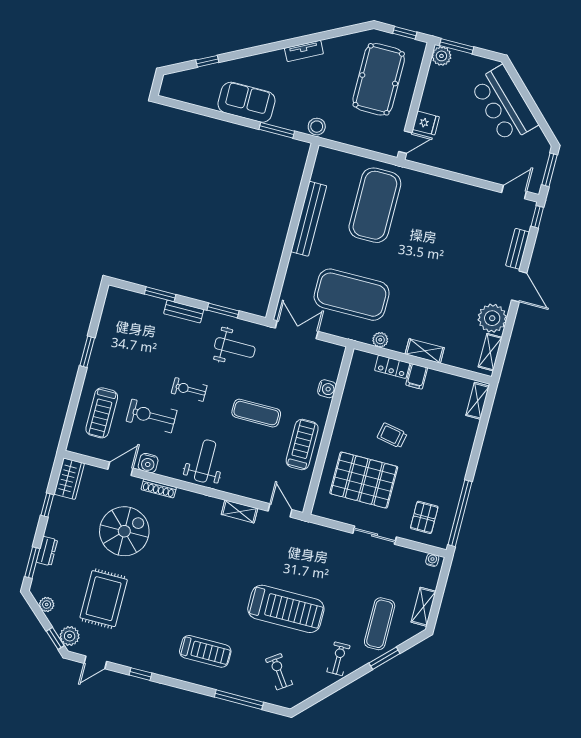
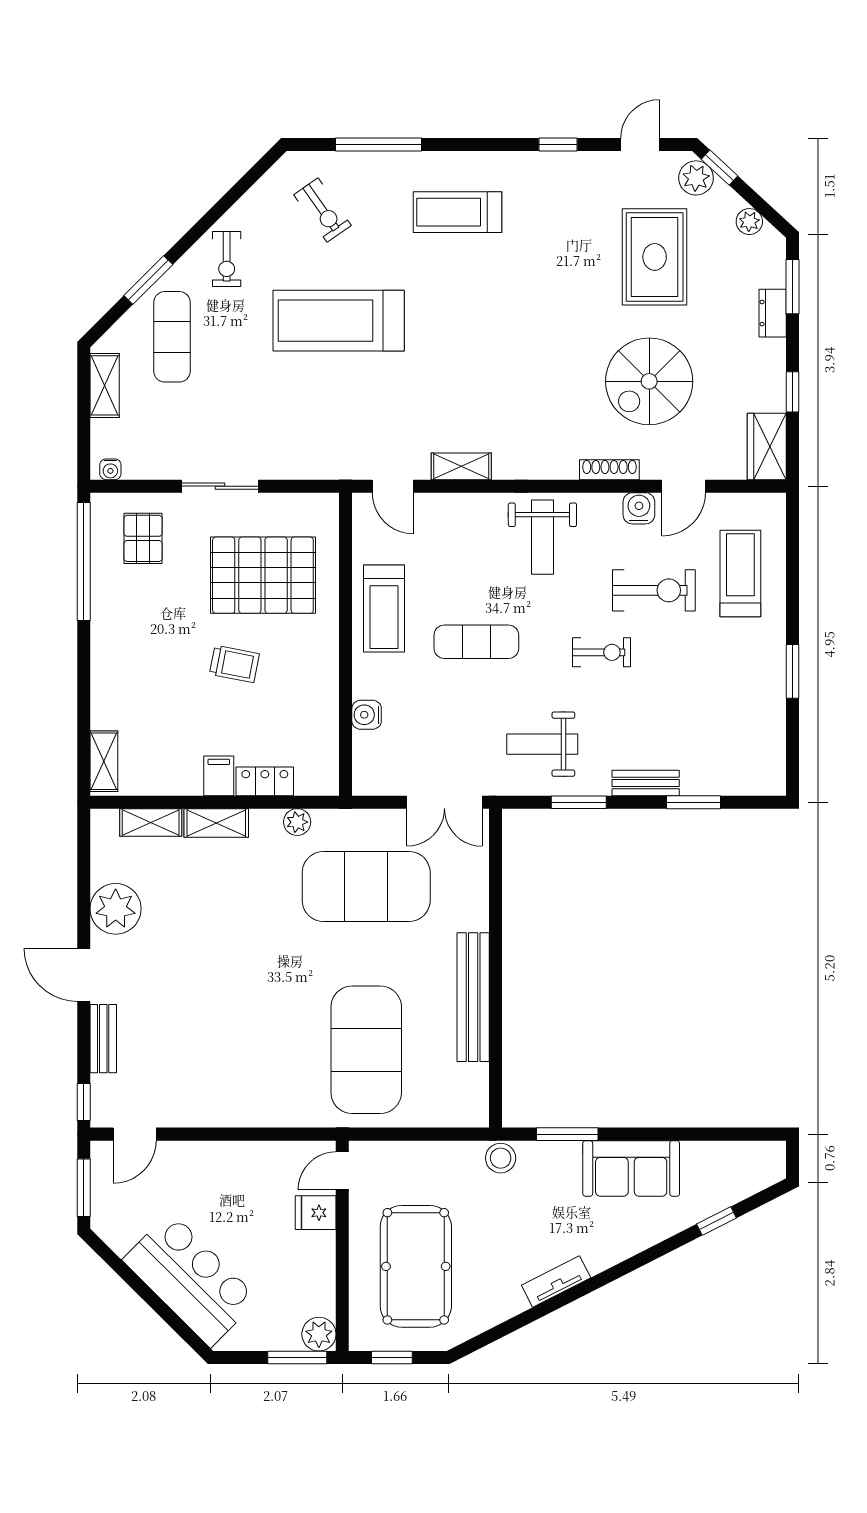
shelving: (490, 352) -> (151, 822), moved, turned 90

